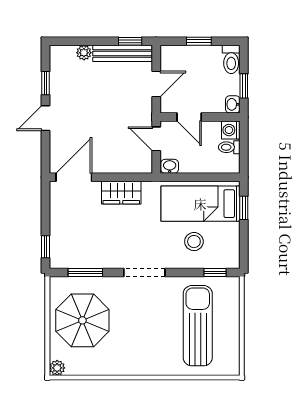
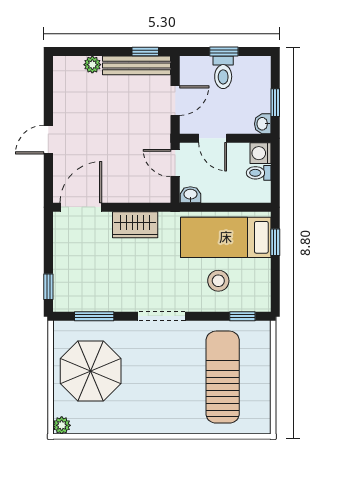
toilet: (231, 59) -> (223, 72), moved
window: (45, 83) -> (48, 99), removed

